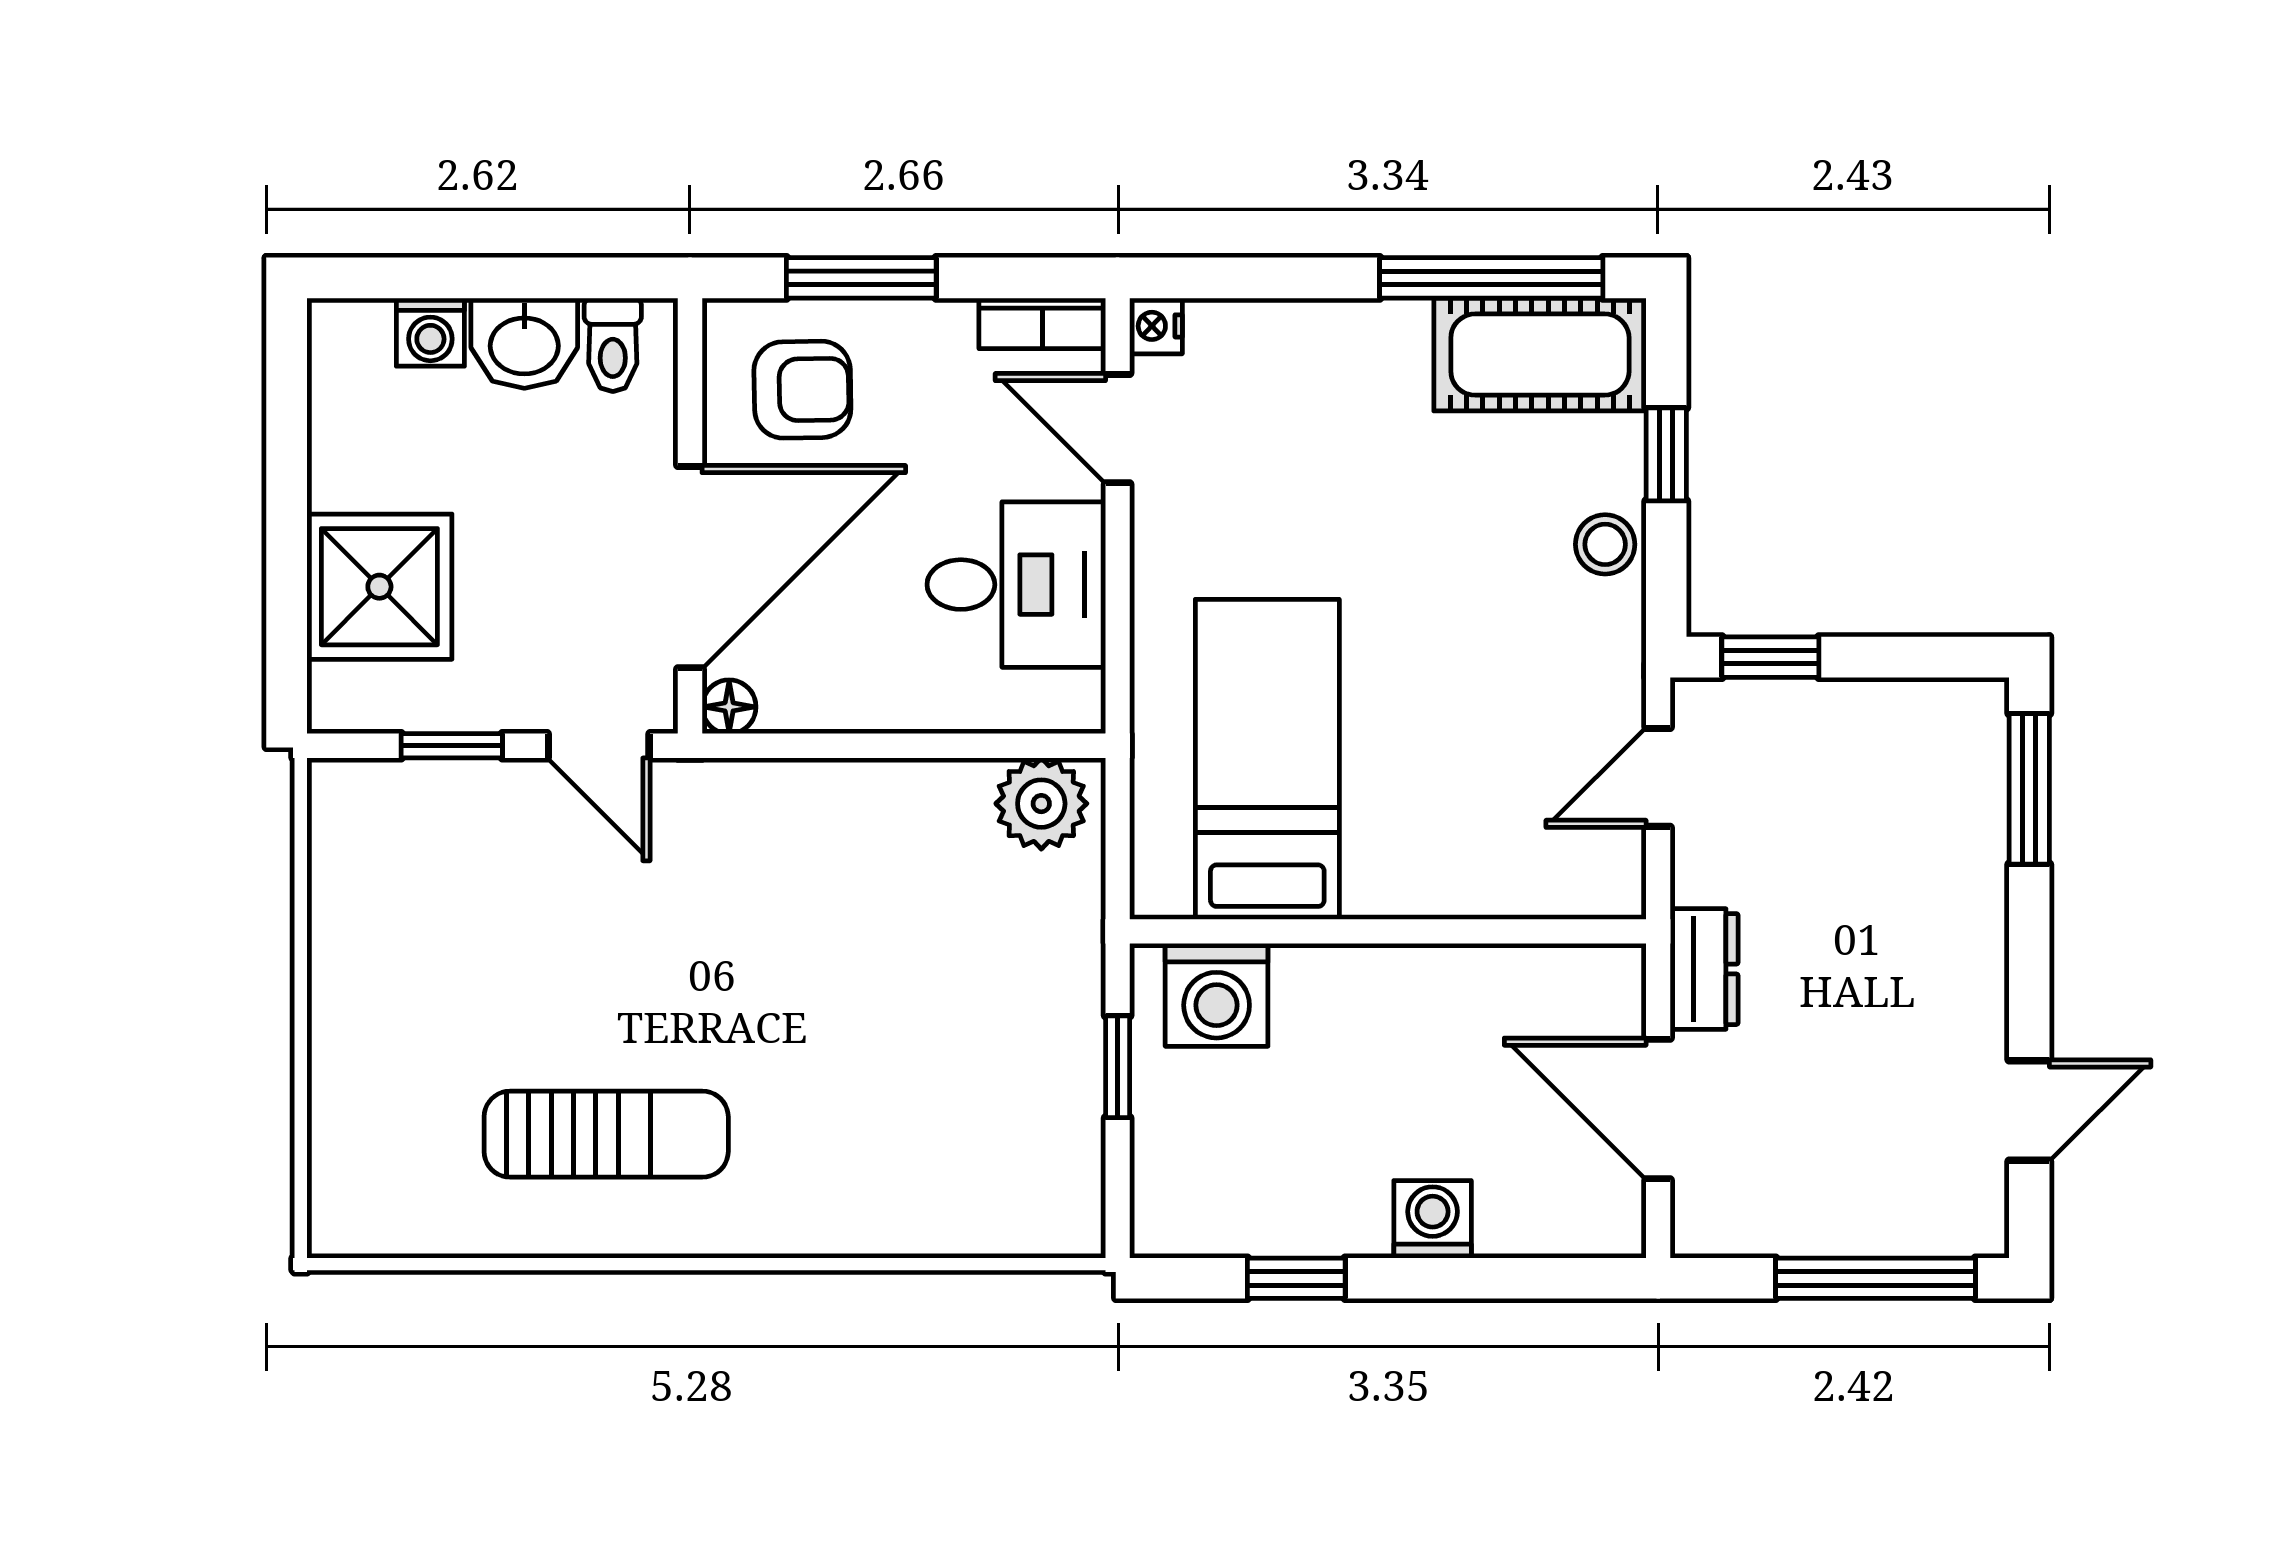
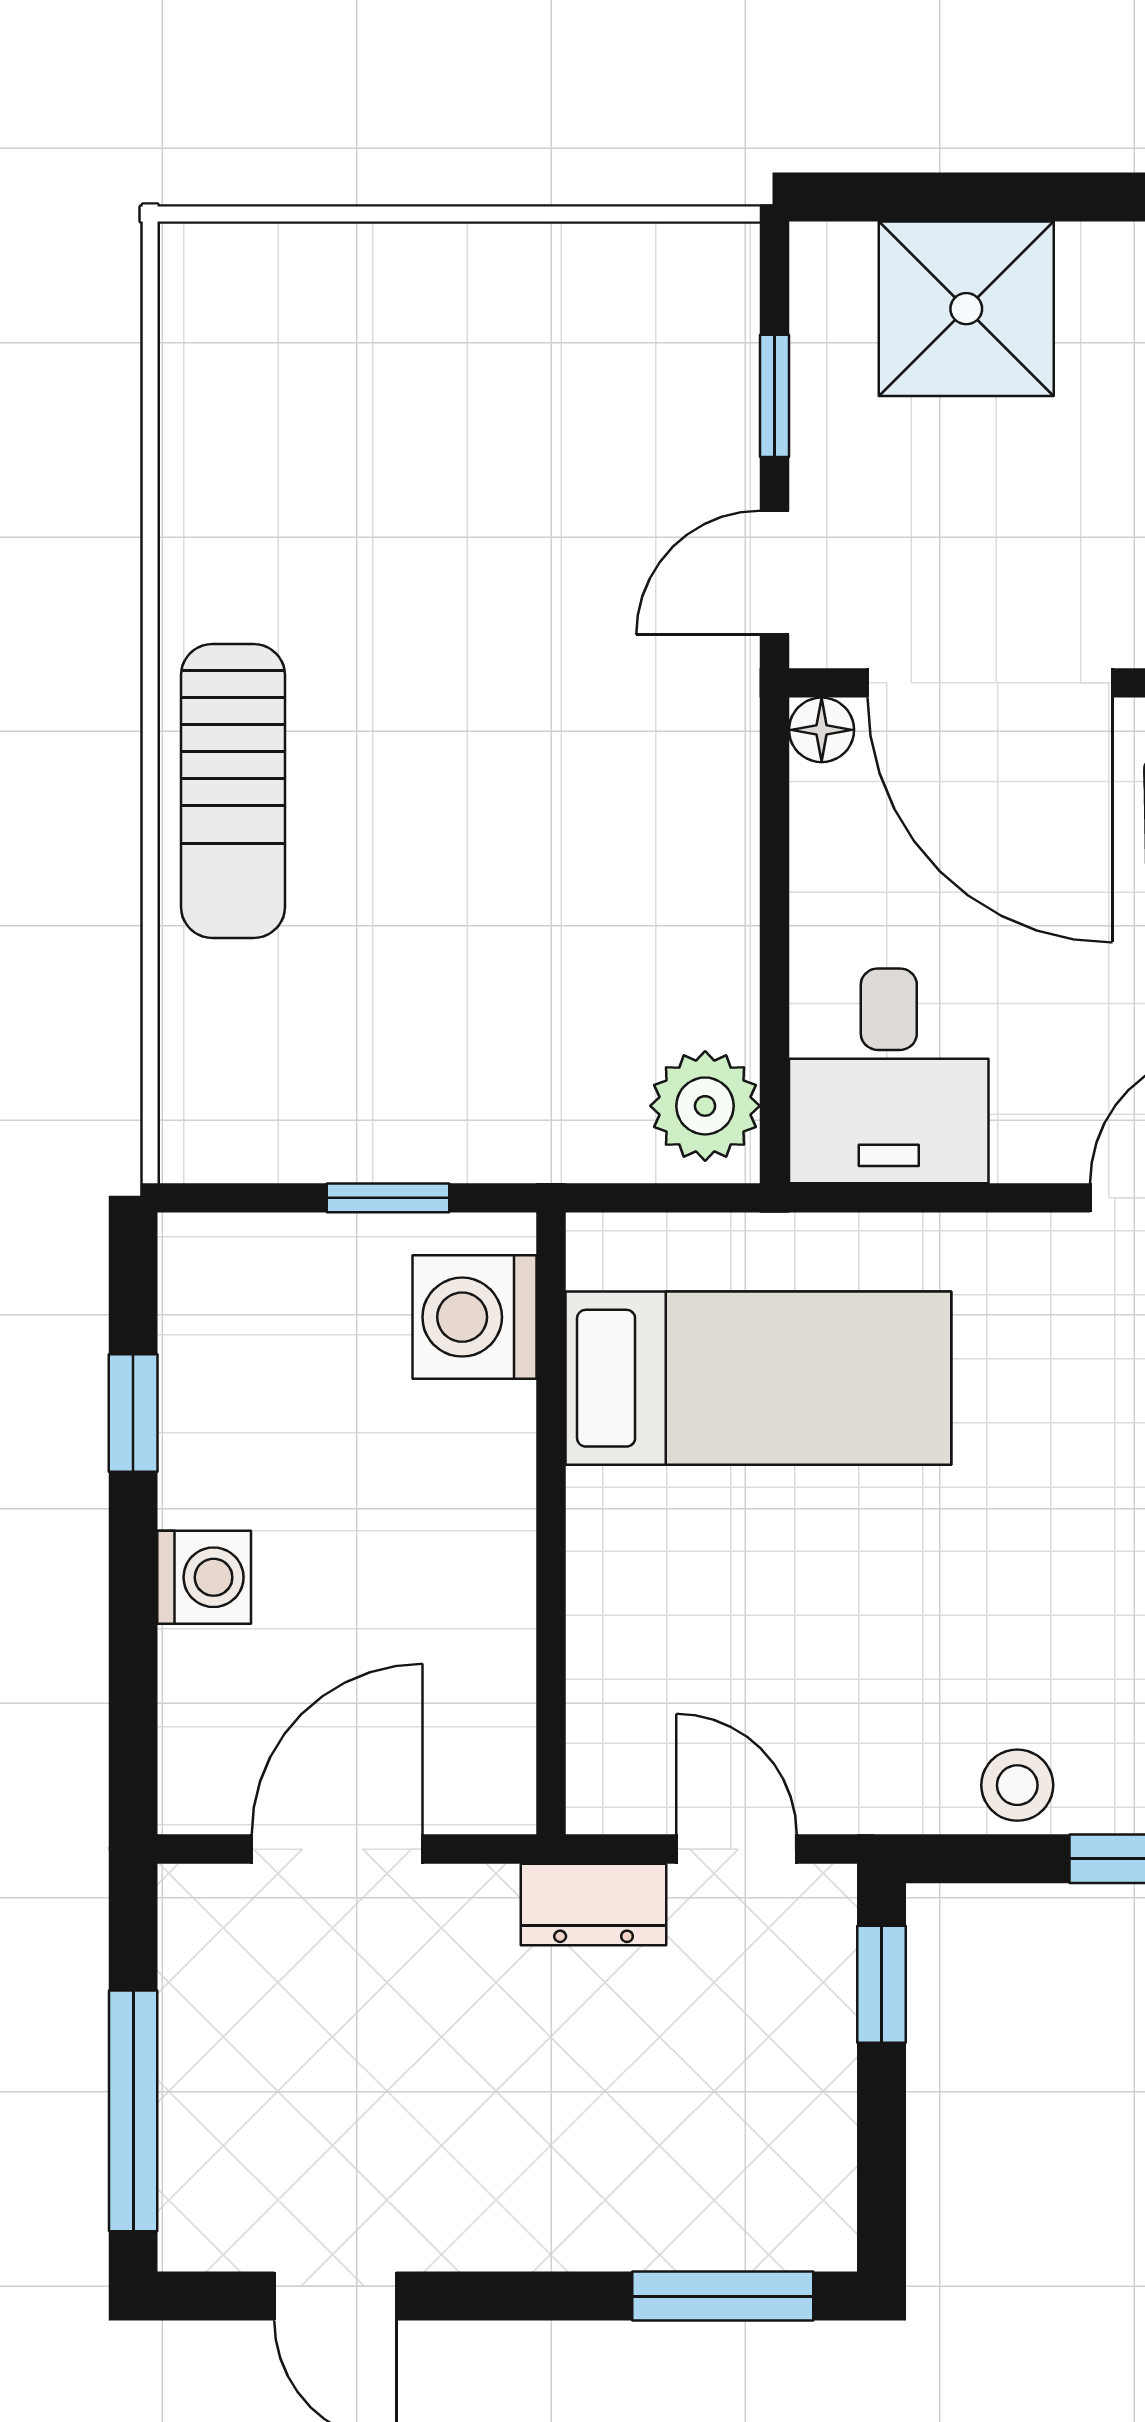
desk: (1016, 585) -> (889, 1076), moved
dresser: (1704, 969) -> (594, 1904), moved
sun lounger: (606, 1134) -> (233, 791), moved

